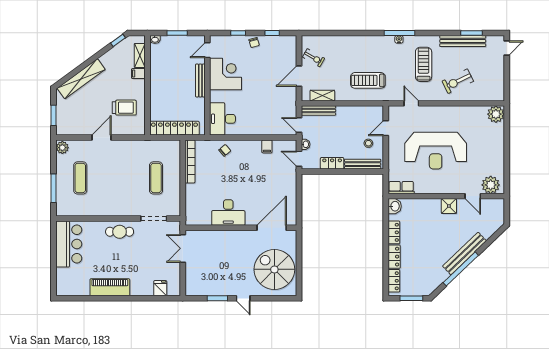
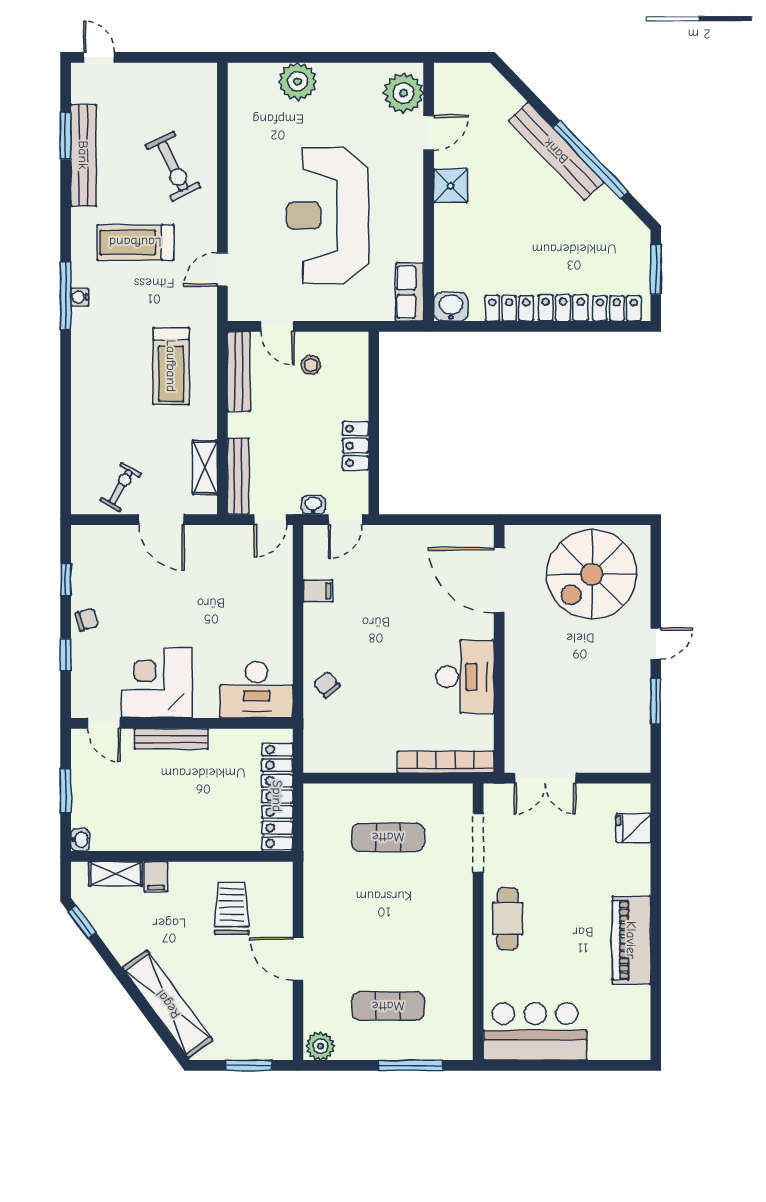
plant: (496, 114) -> (298, 82), moved
reception desk: (436, 151) -> (327, 216), turned 180
bookcase: (190, 161) -> (446, 762), moved
bench: (363, 164) -> (239, 372), moved

